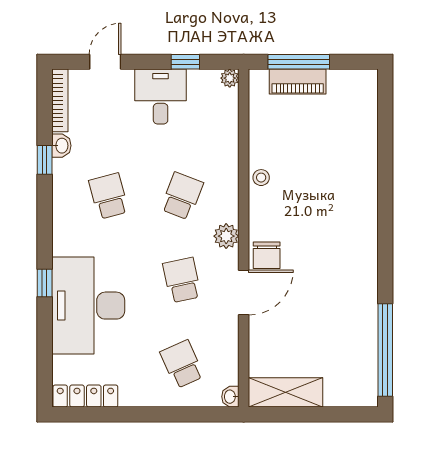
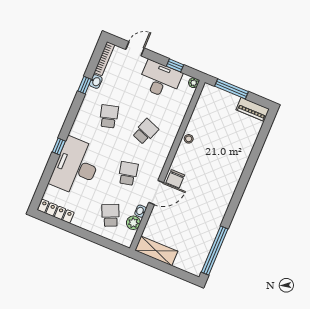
piano: (298, 82) -> (253, 109), moved
desk: (161, 97) -> (160, 80), width x1.37
plant: (226, 236) -> (133, 223), moved
washbasin: (230, 397) -> (141, 211), moved

